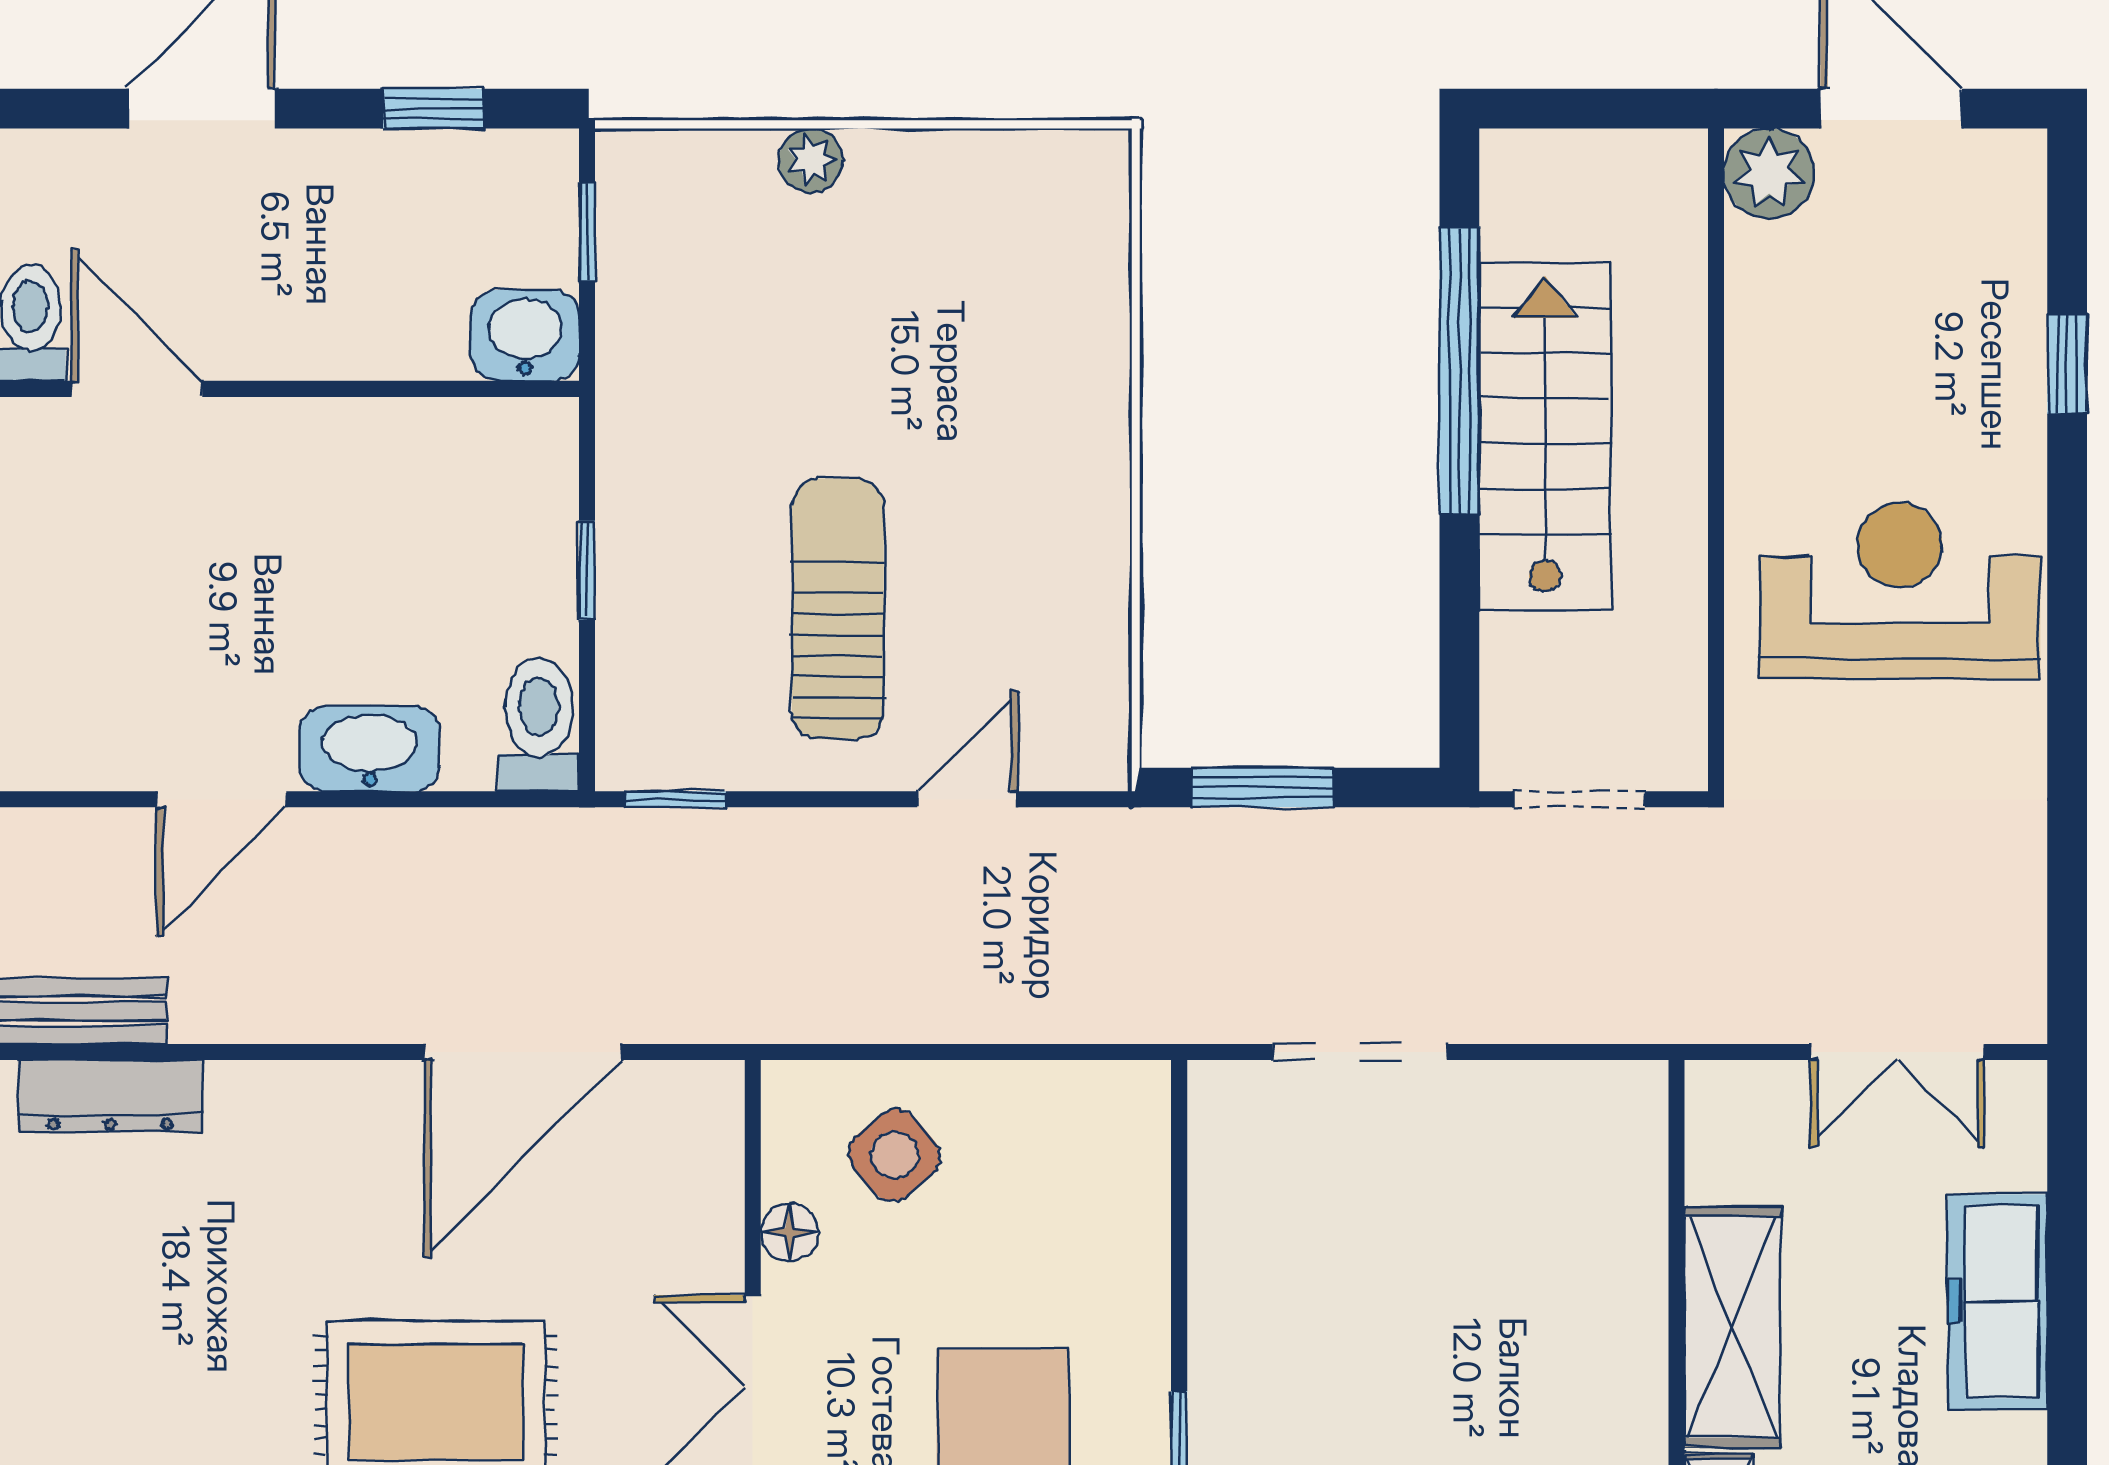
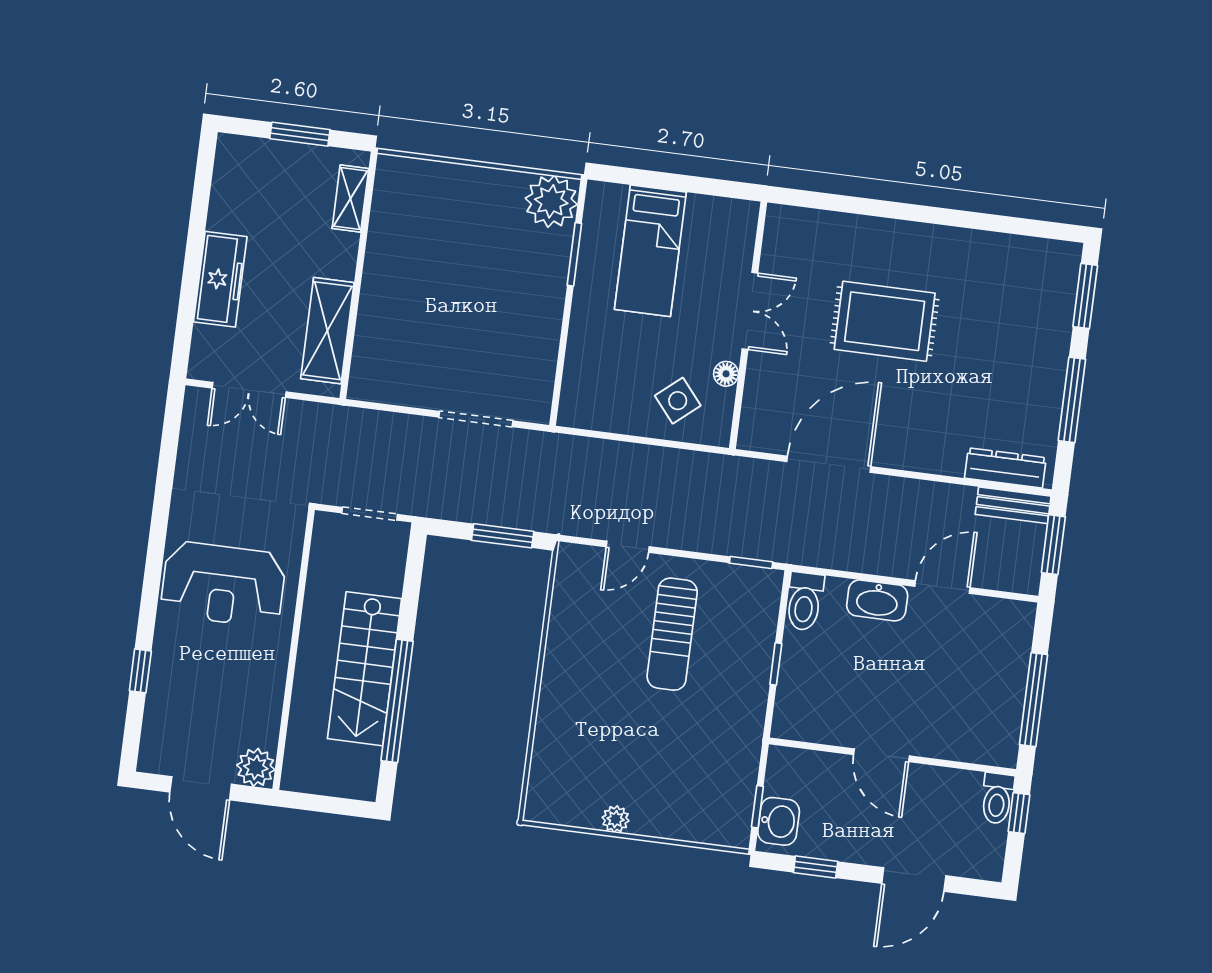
plant: (811, 160) -> (616, 819), moved
washbasin: (525, 335) -> (779, 821), moved, turned -90
door: (137, 389) -> (881, 755), moved
double door: (1897, 1052) -> (249, 390), swing flipped
shelving: (1732, 1327) -> (327, 331), moved

